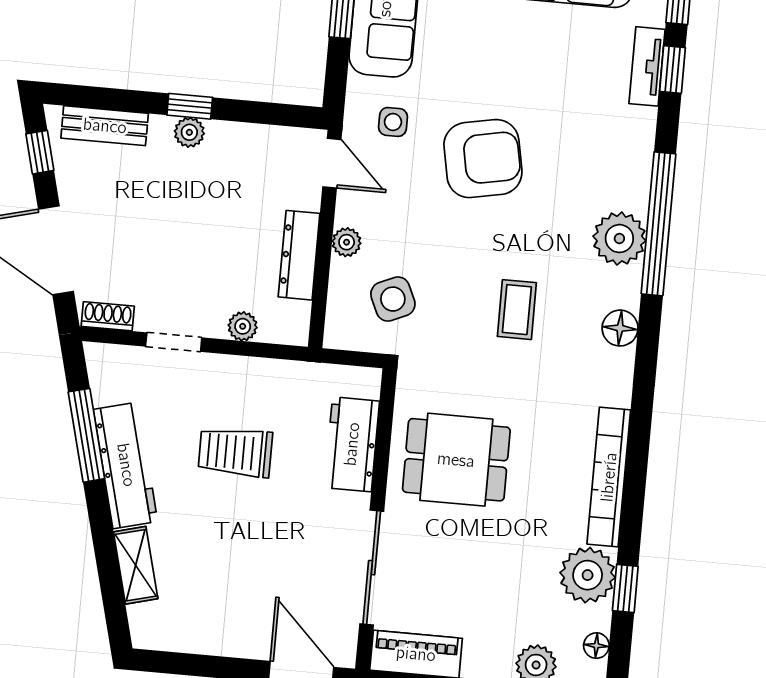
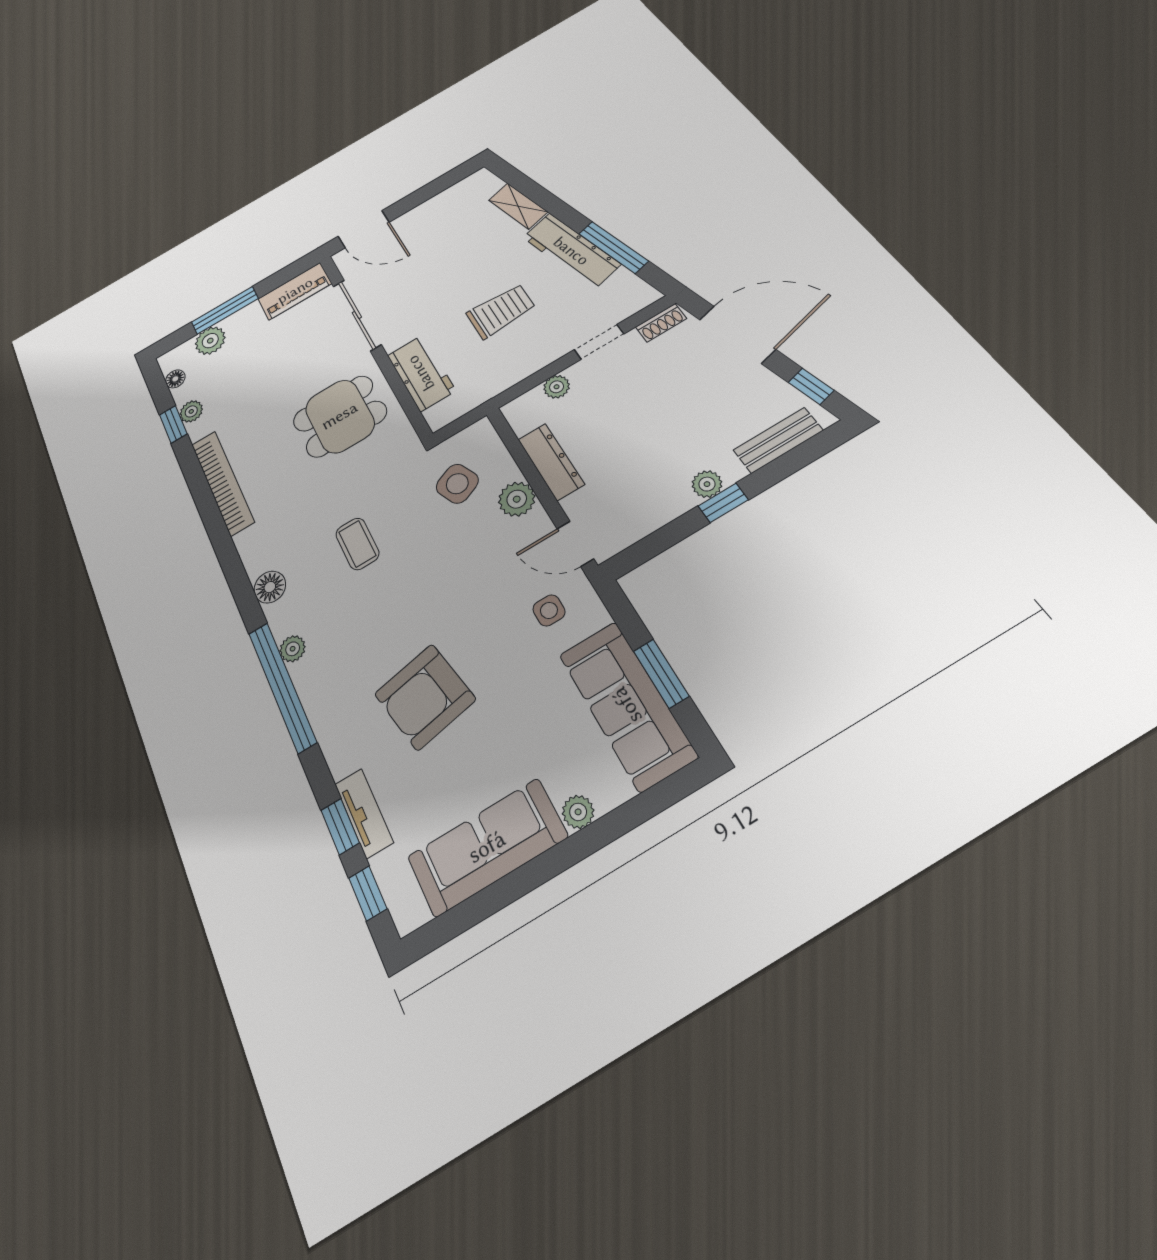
armchair: (483, 159) -> (425, 697), moved
plant: (619, 239) -> (293, 649), width x0.53, depth x0.53
plant: (347, 242) -> (517, 499), width x1.38, depth x1.38
plant: (588, 575) -> (191, 411), width x0.53, depth x0.53

